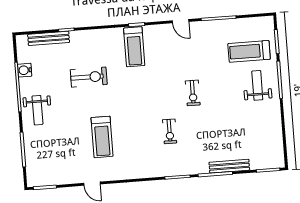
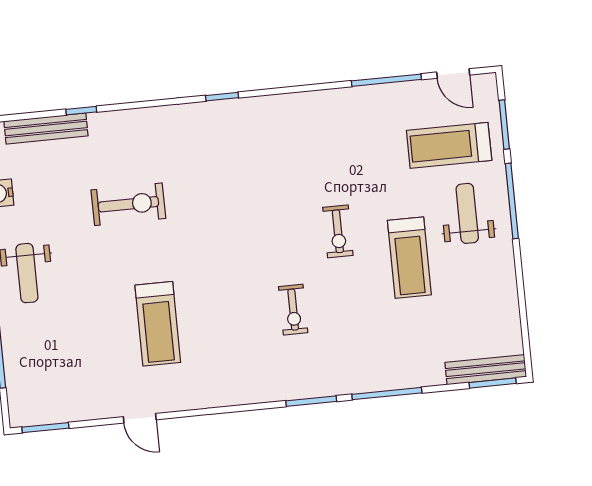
door: (181, 21) -> (453, 74), moved
treadmill: (134, 47) -> (409, 258), moved
bench: (229, 166) -> (486, 370), moved

